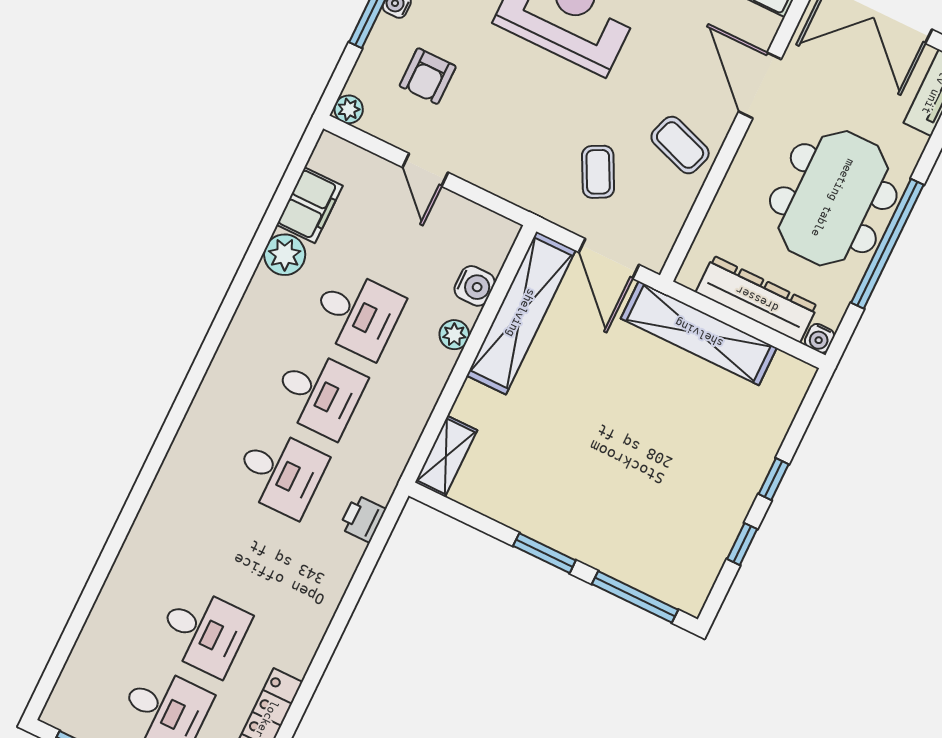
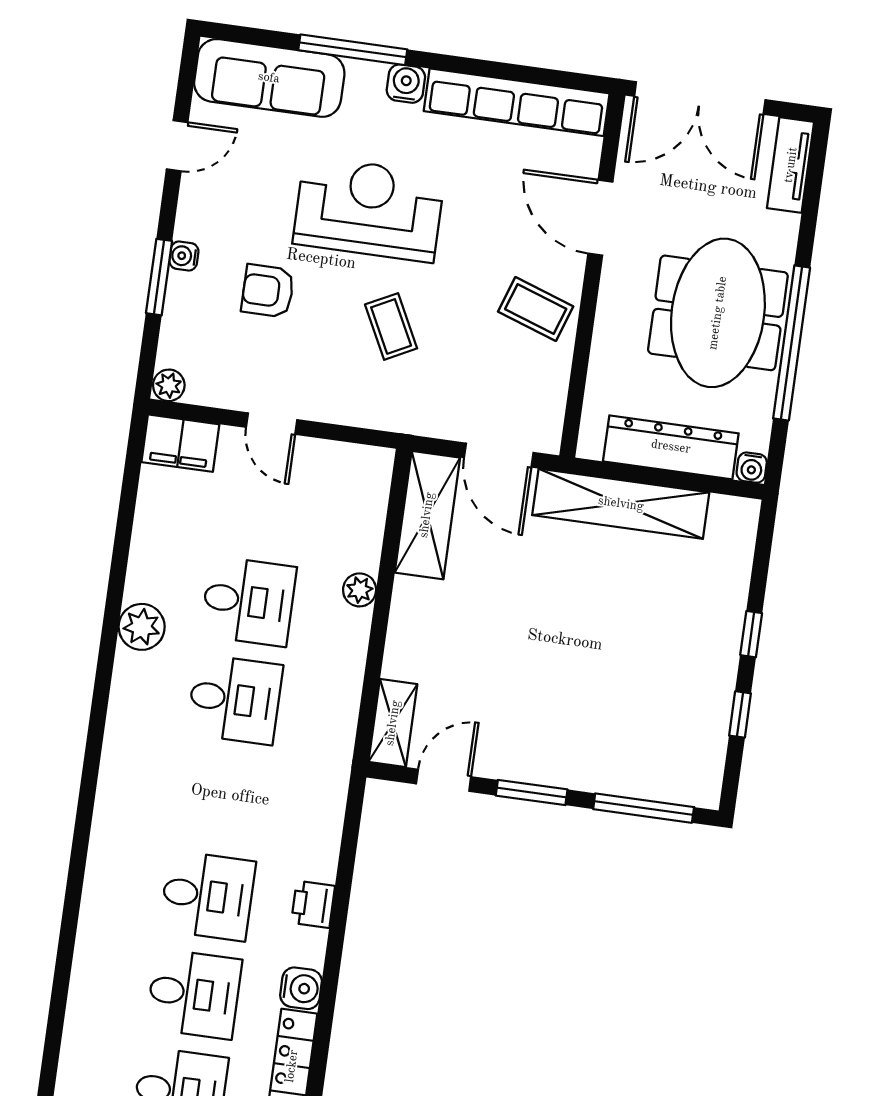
armchair: (428, 76) -> (268, 291), moved, turned 90
coffee table: (598, 172) -> (391, 326), moved
filing cabinet: (310, 205) -> (180, 443), moved, turned 90
plant: (285, 255) -> (142, 627), moved
water cooler: (475, 286) -> (301, 988), moved
shelving: (521, 313) -> (427, 515), width x0.68
desk: (280, 473) -> (207, 896), moved
printer: (363, 519) -> (313, 904), moved
door: (473, 519) -> (444, 780), added

